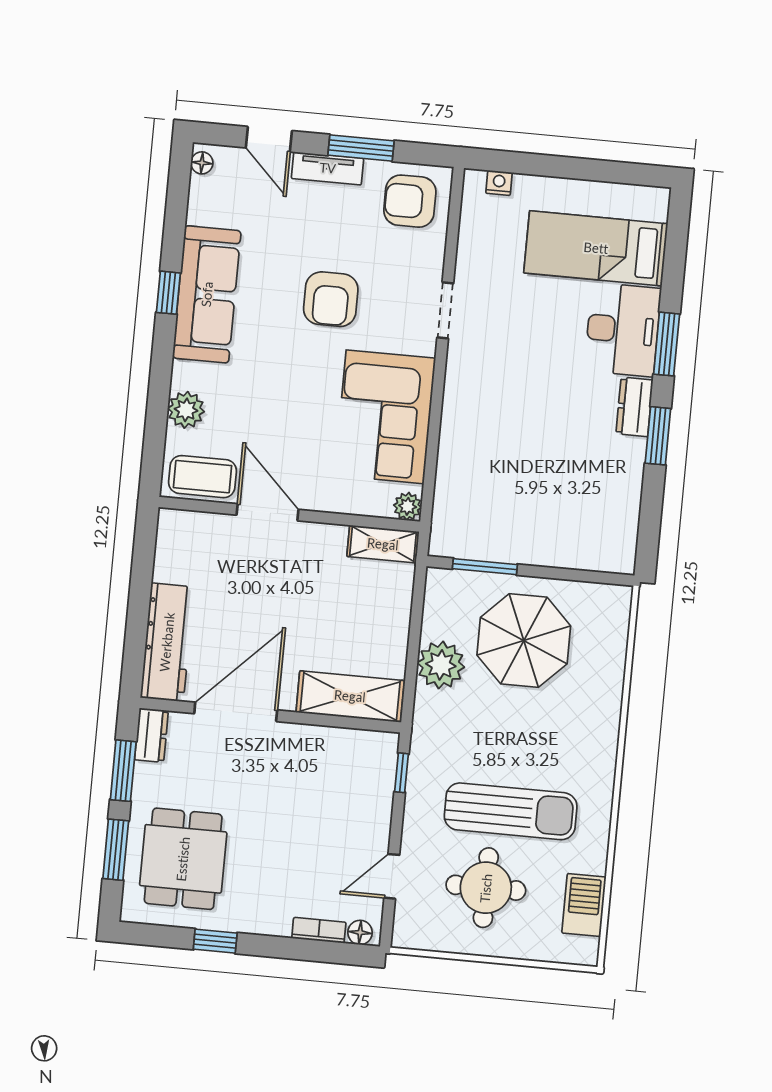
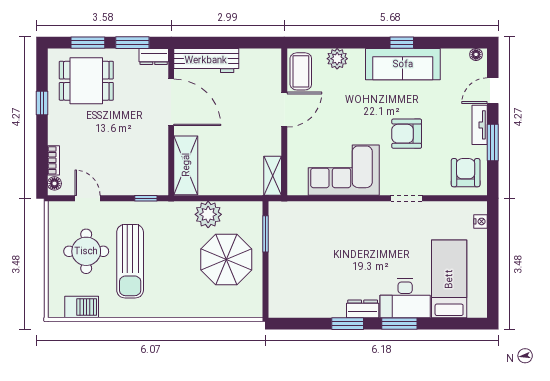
plant: (408, 506) -> (295, 187), removed

